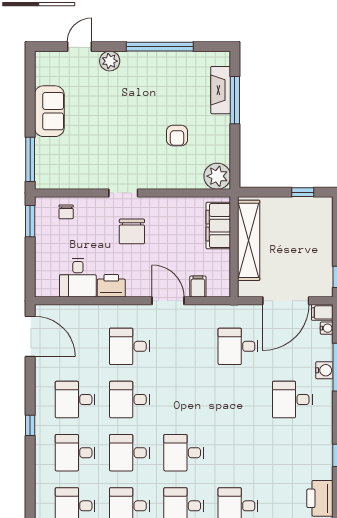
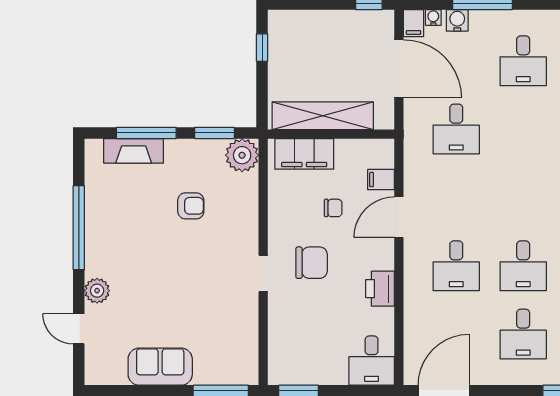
window: (235, 154) -> (214, 133), added
chair: (66, 212) -> (333, 208), moved
desk: (78, 278) -> (372, 361), moved, turned 90
water cooler: (324, 370) -> (457, 20), moved

